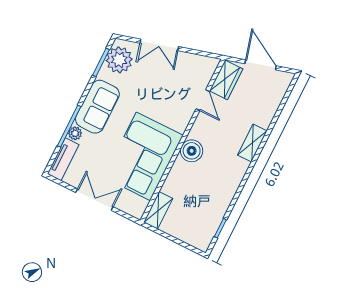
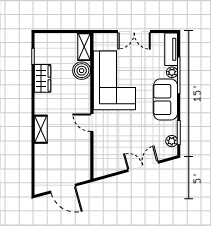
plant: (119, 60) -> (172, 141), width x0.53, depth x0.53
wardrobe: (226, 80) -> (43, 78), moved, turned 180
door: (203, 100) -> (92, 123), moved
boiler: (192, 151) -> (82, 71), moved

